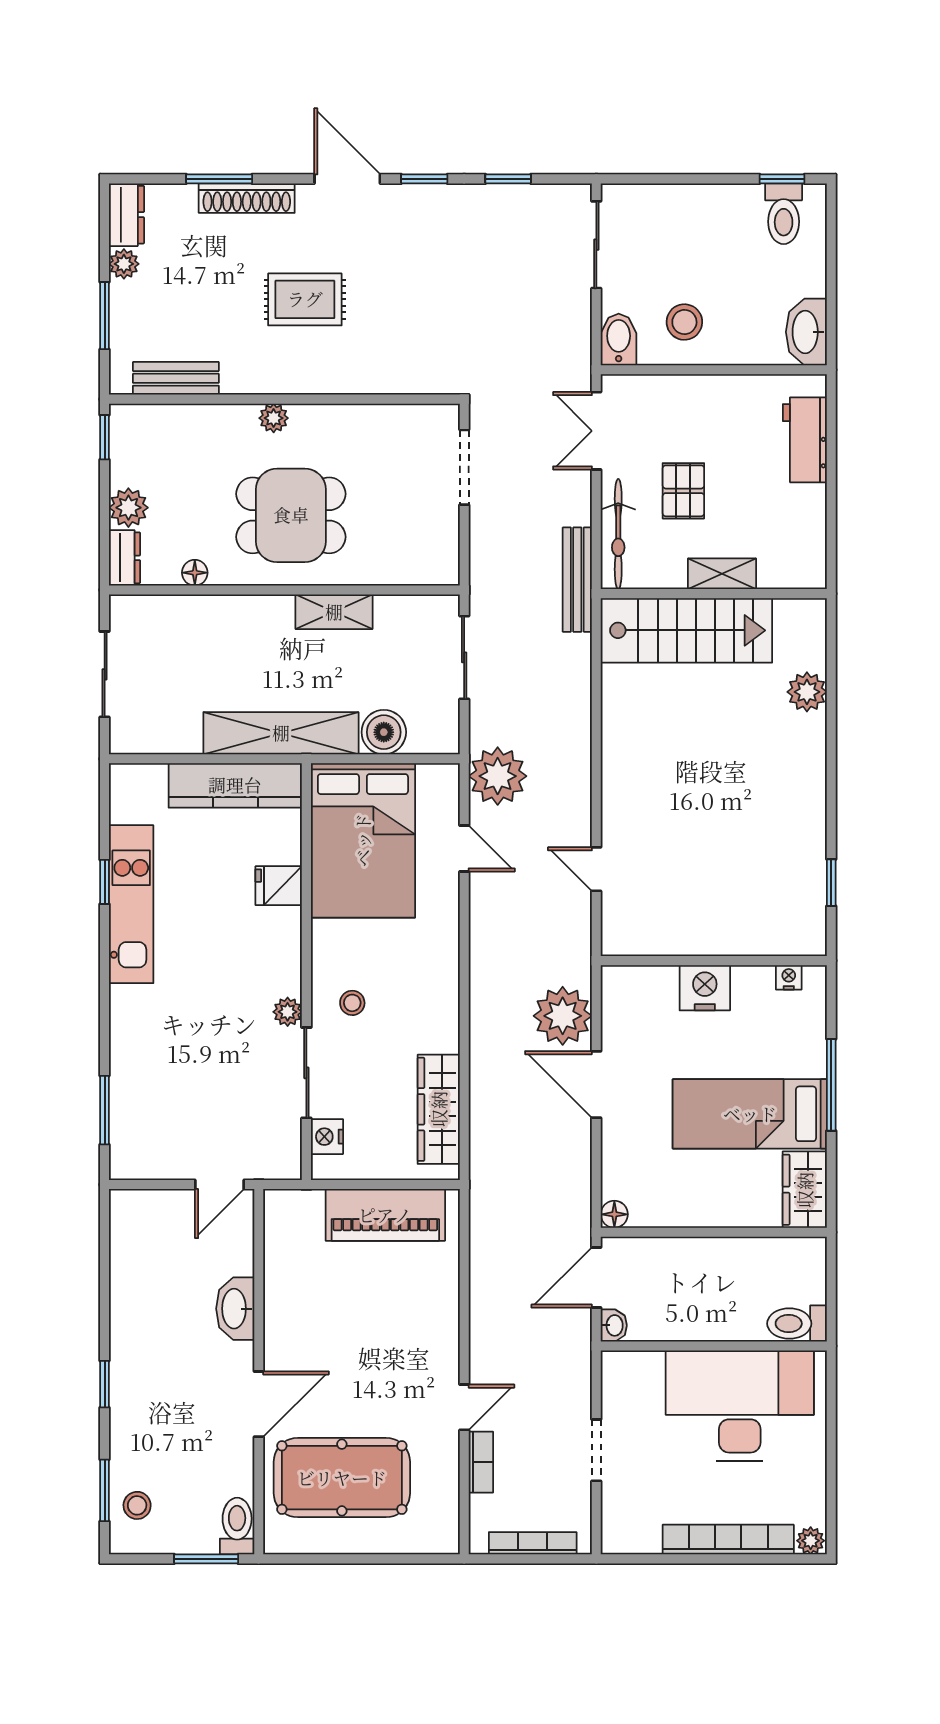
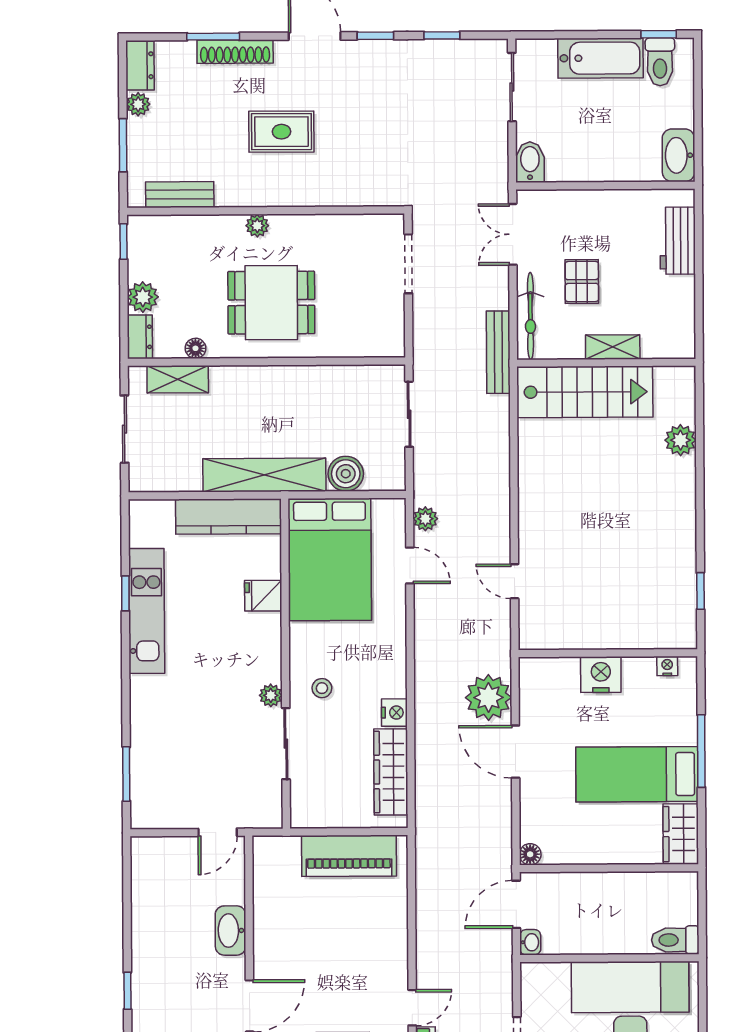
bathtub: (708, 209) -> (600, 58), added
stool: (684, 322) -> (582, 148), removed
shelving: (334, 612) -> (178, 379), moved
plant: (498, 776) -> (425, 519), width x0.53, depth x0.53
nightstand: (327, 1137) -> (394, 713), moved, turned 180

